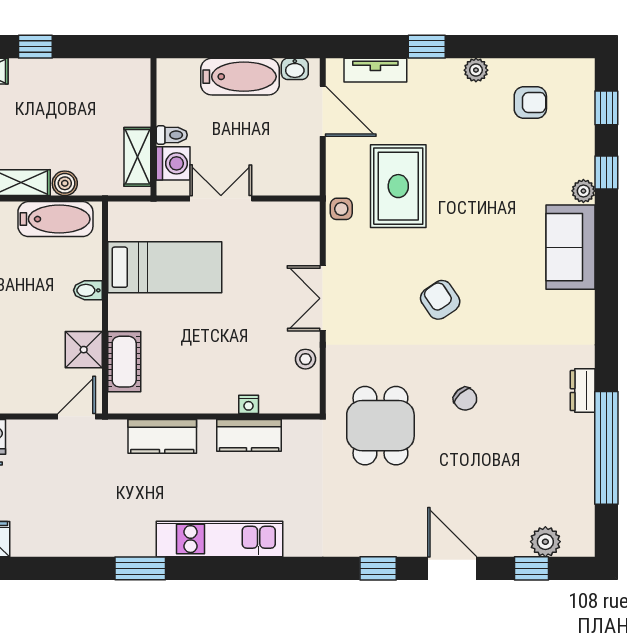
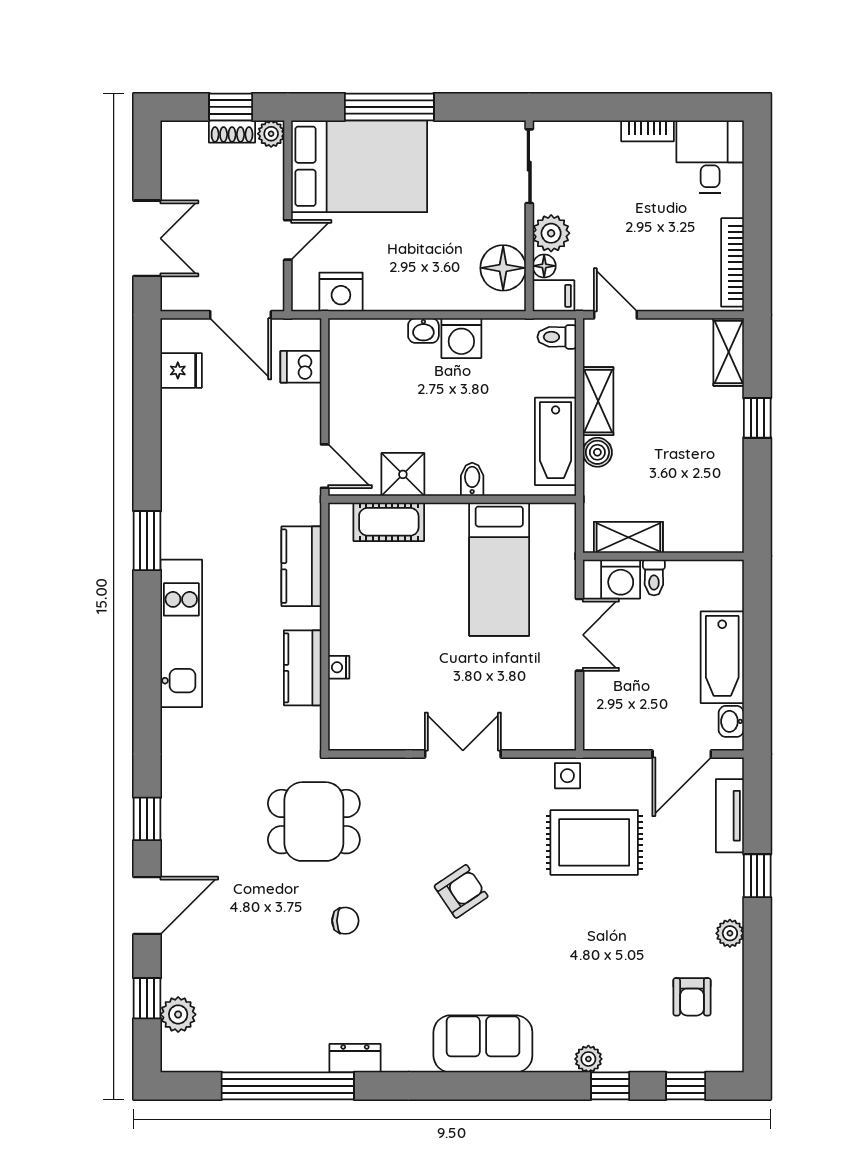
sofa: (571, 247) -> (483, 1044), moved
stool: (306, 359) -> (392, 734), removed
chair: (465, 399) -> (345, 921), turned -138

